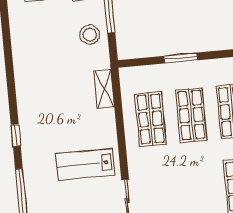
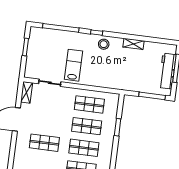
stool: (90, 35) -> (104, 44), moved
shelving: (104, 89) -> (133, 44), moved

